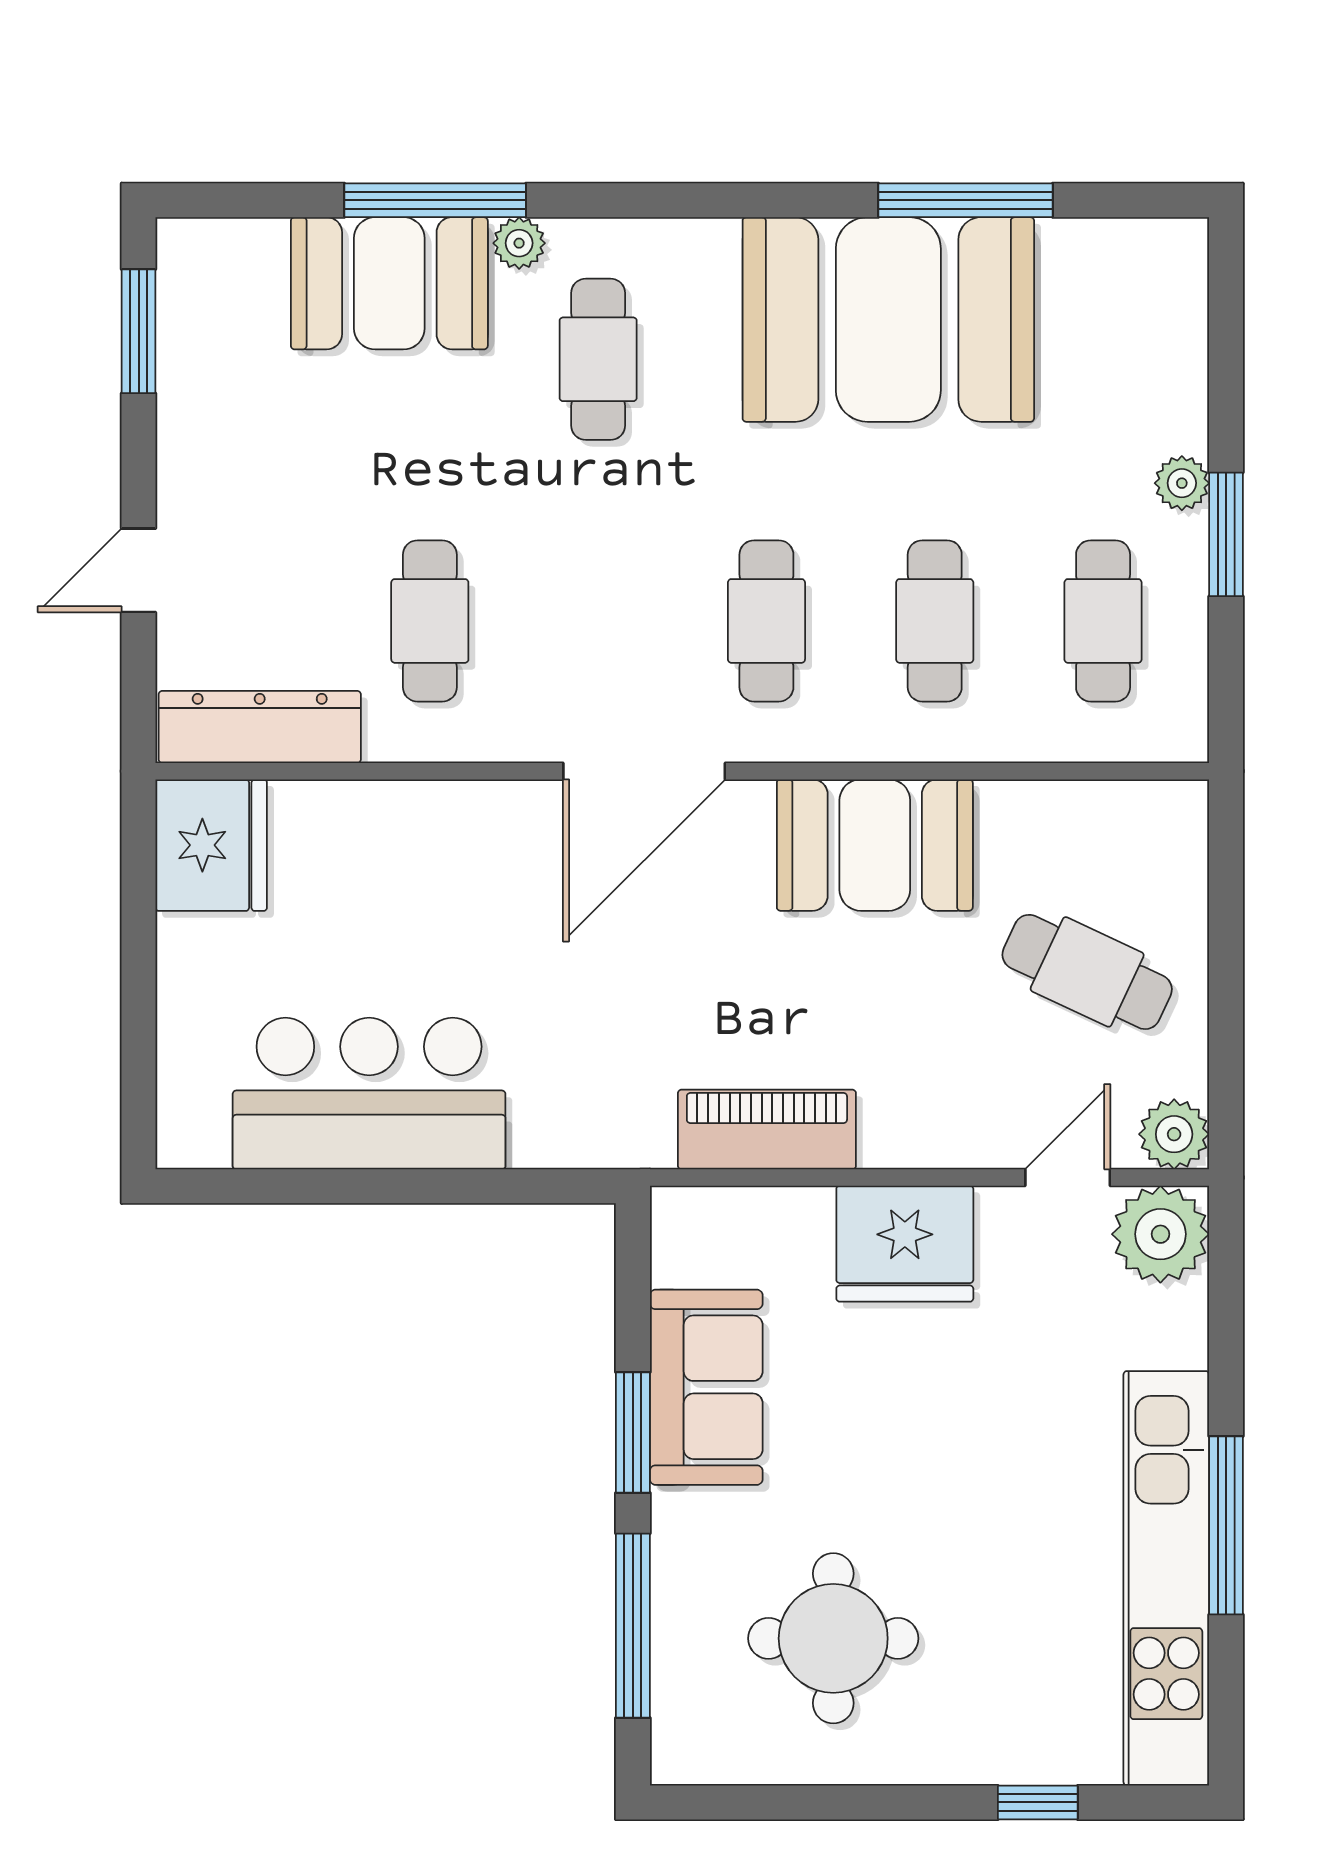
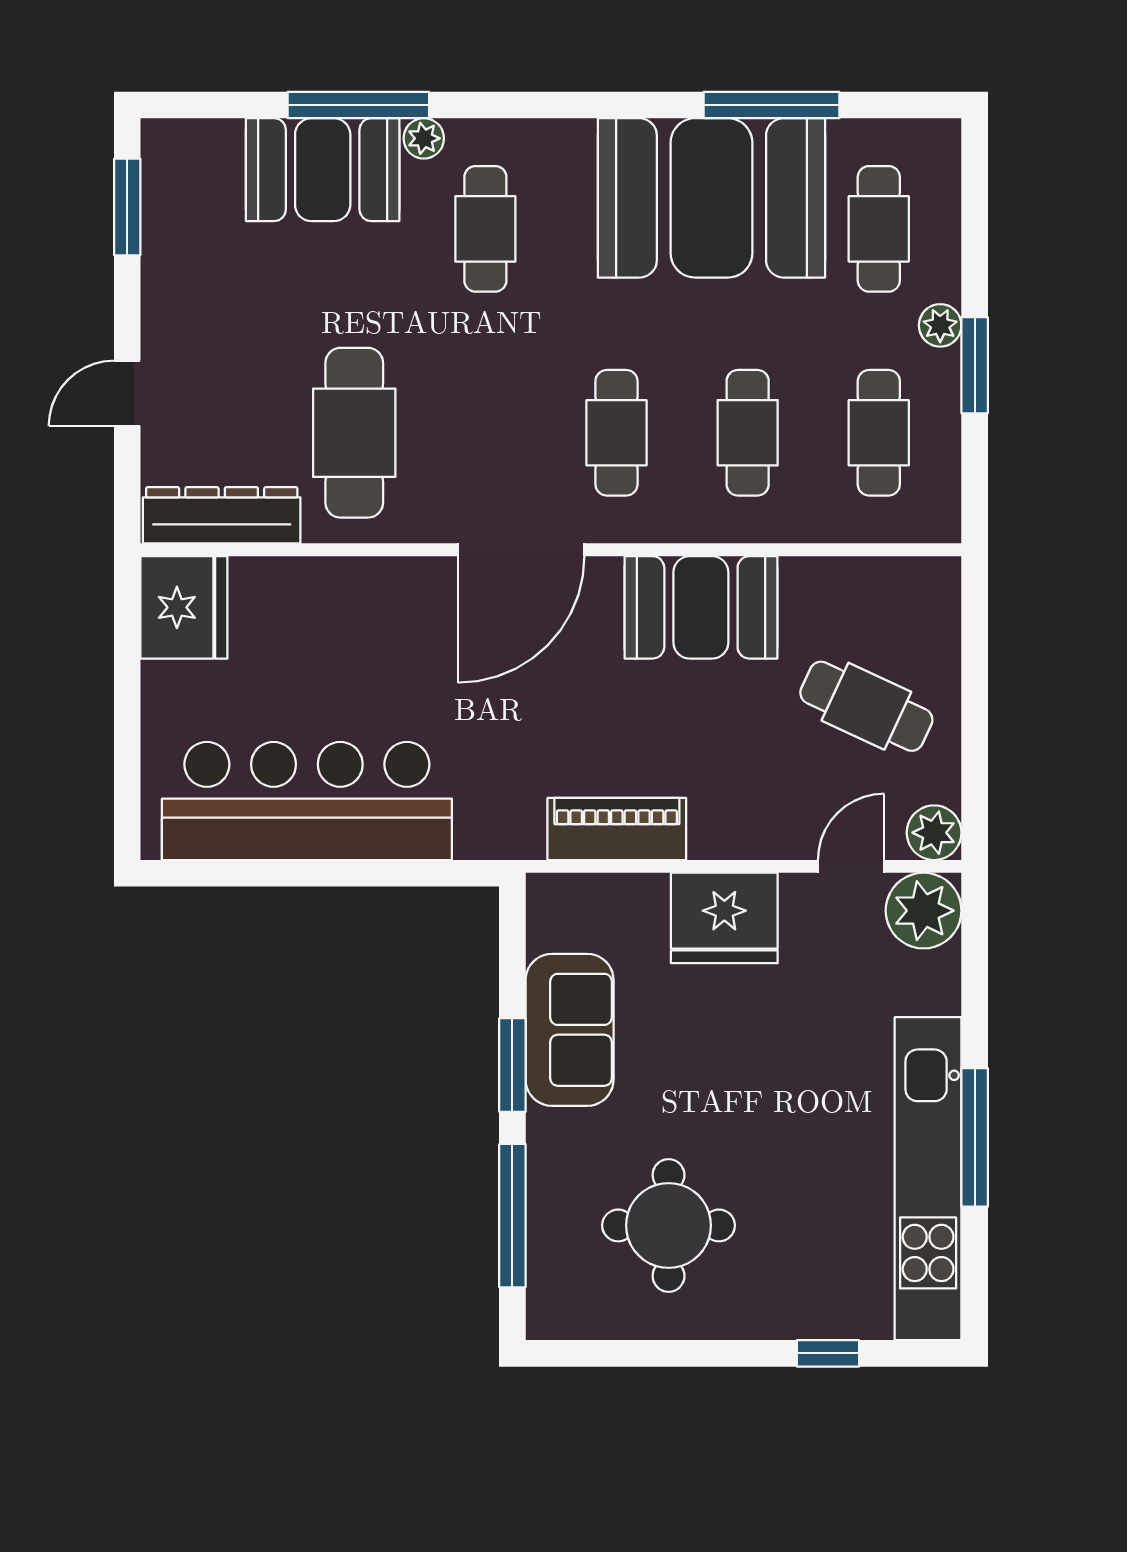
cafe table: (1103, 359) -> (879, 229), added
cafe table: (430, 621) -> (354, 433), width x1.37, depth x1.35
bar counter: (369, 1094) -> (307, 801), width x1.36

